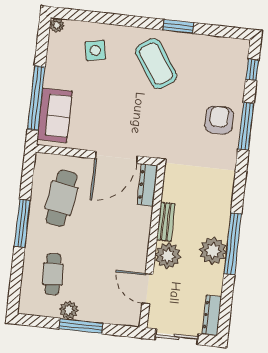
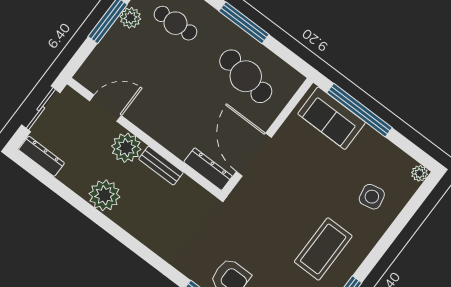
coffee table: (156, 64) -> (323, 249), turned -56
window: (233, 244) -> (100, 219), removed

